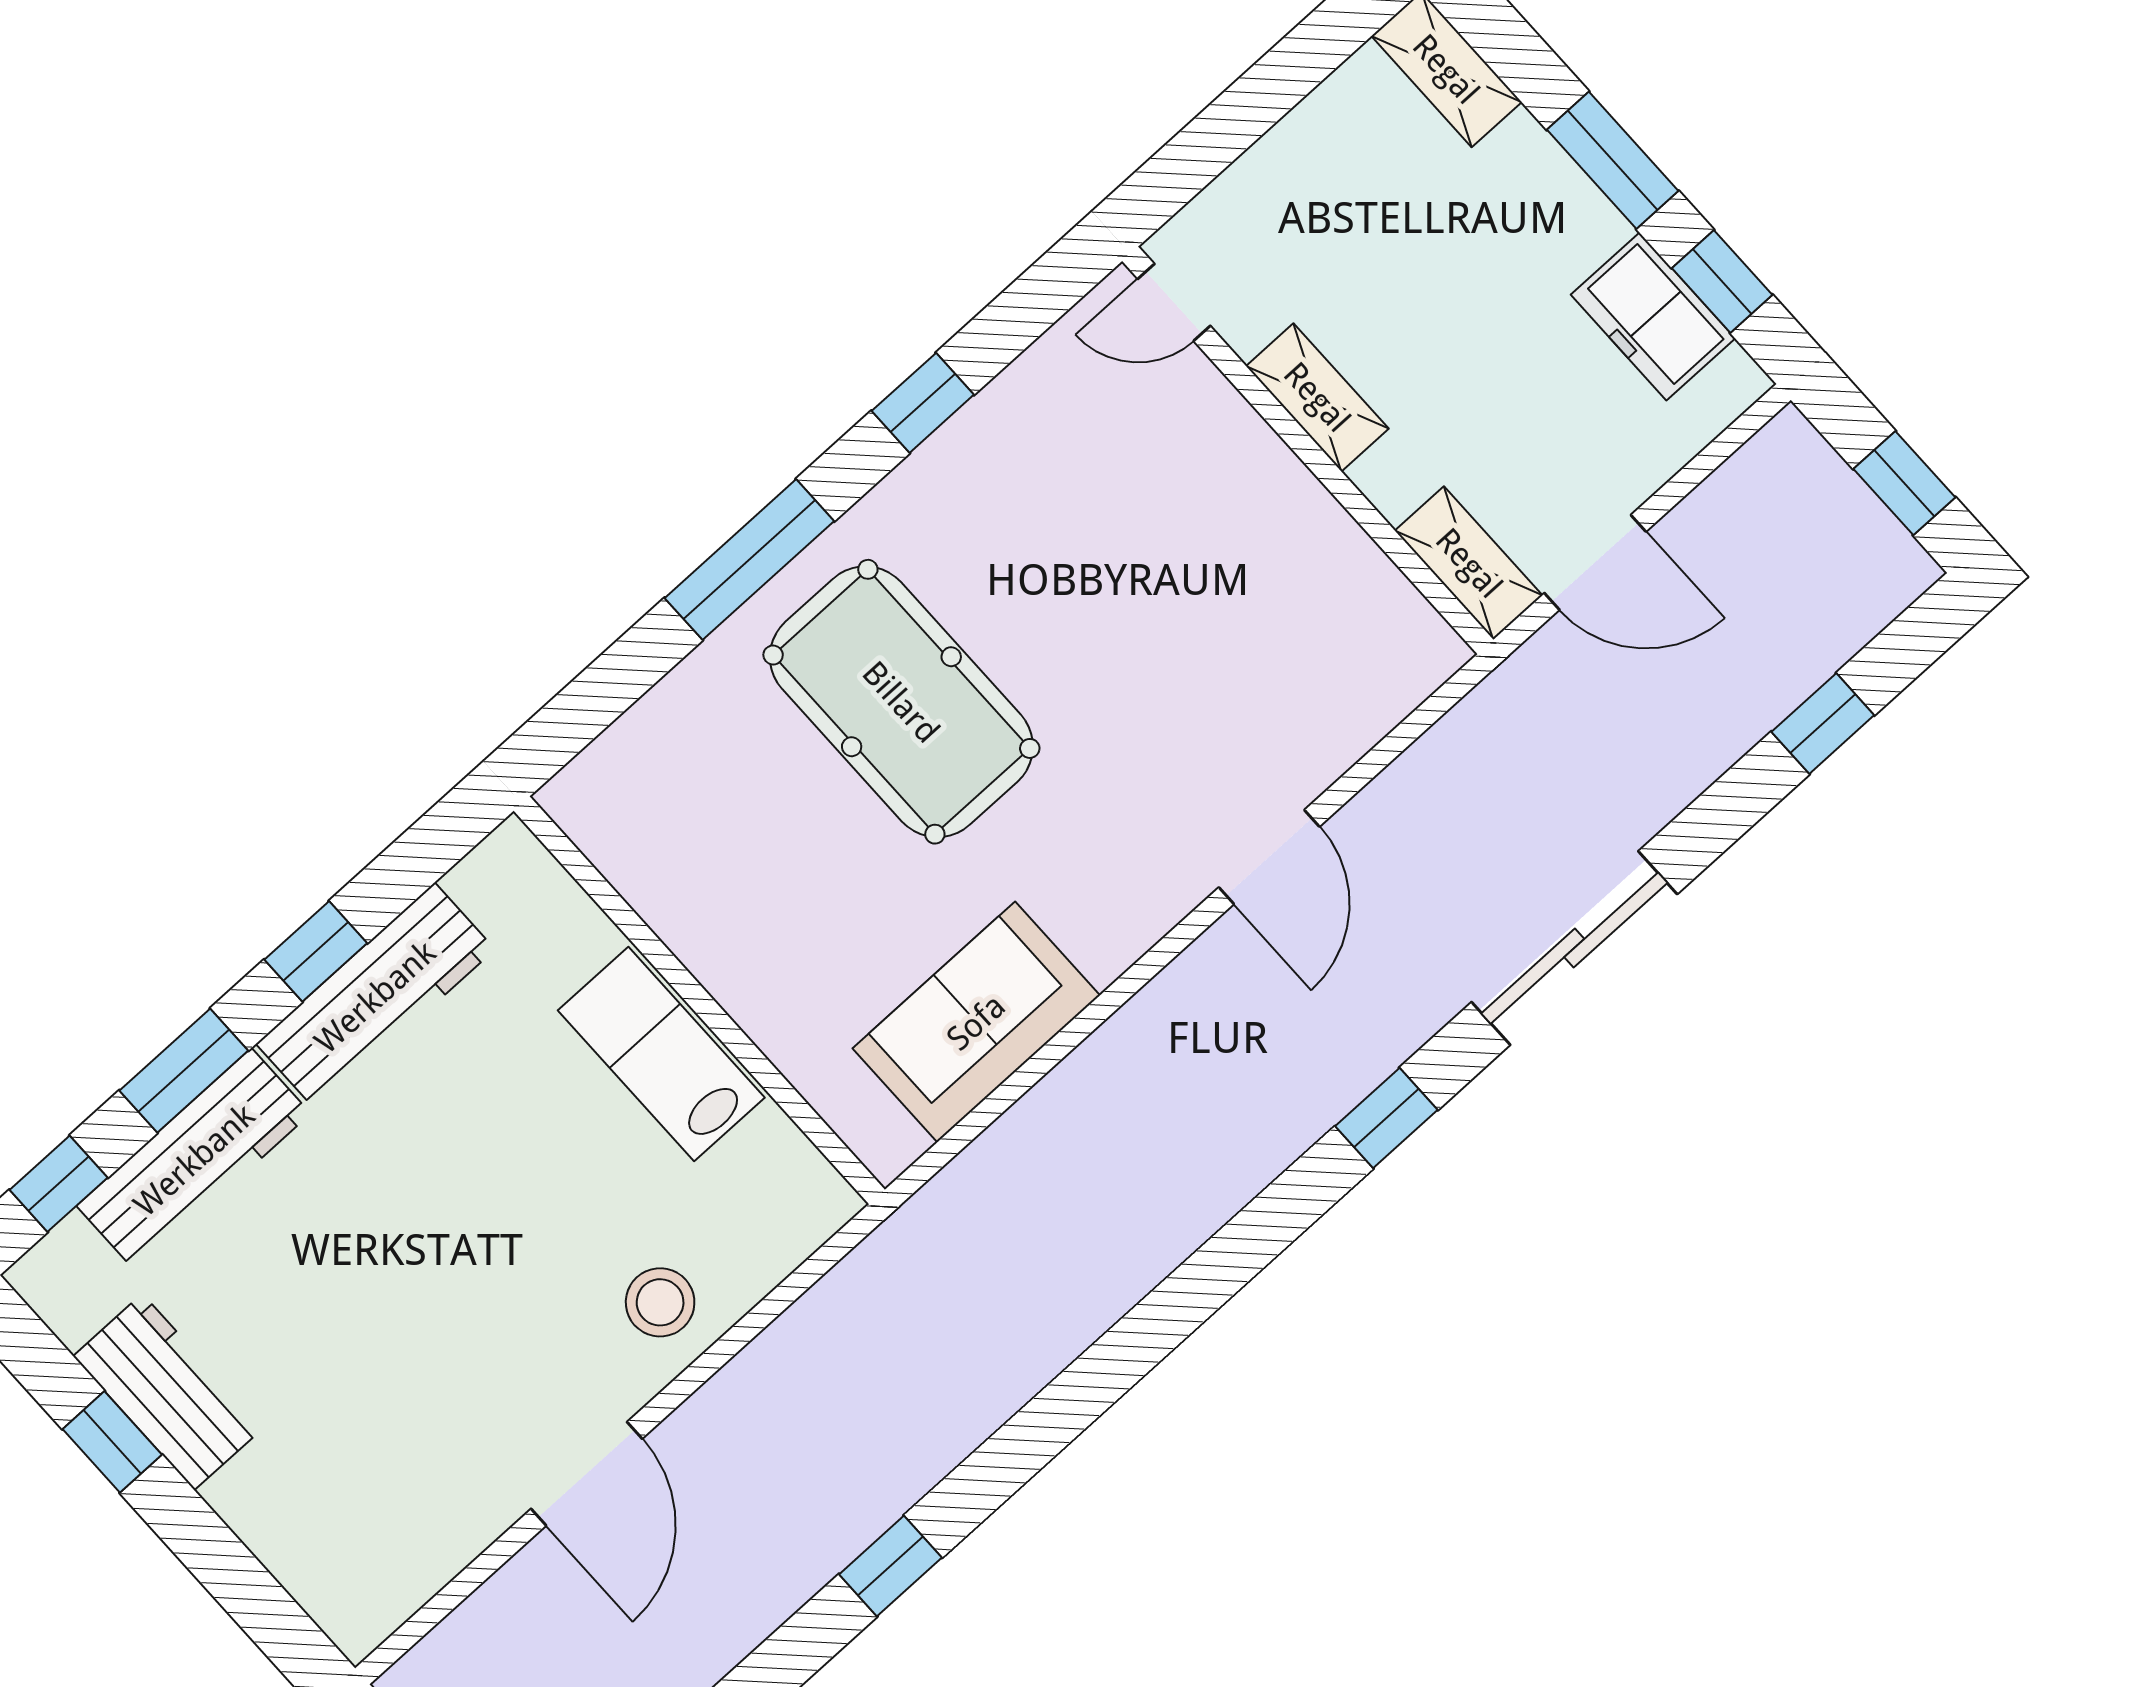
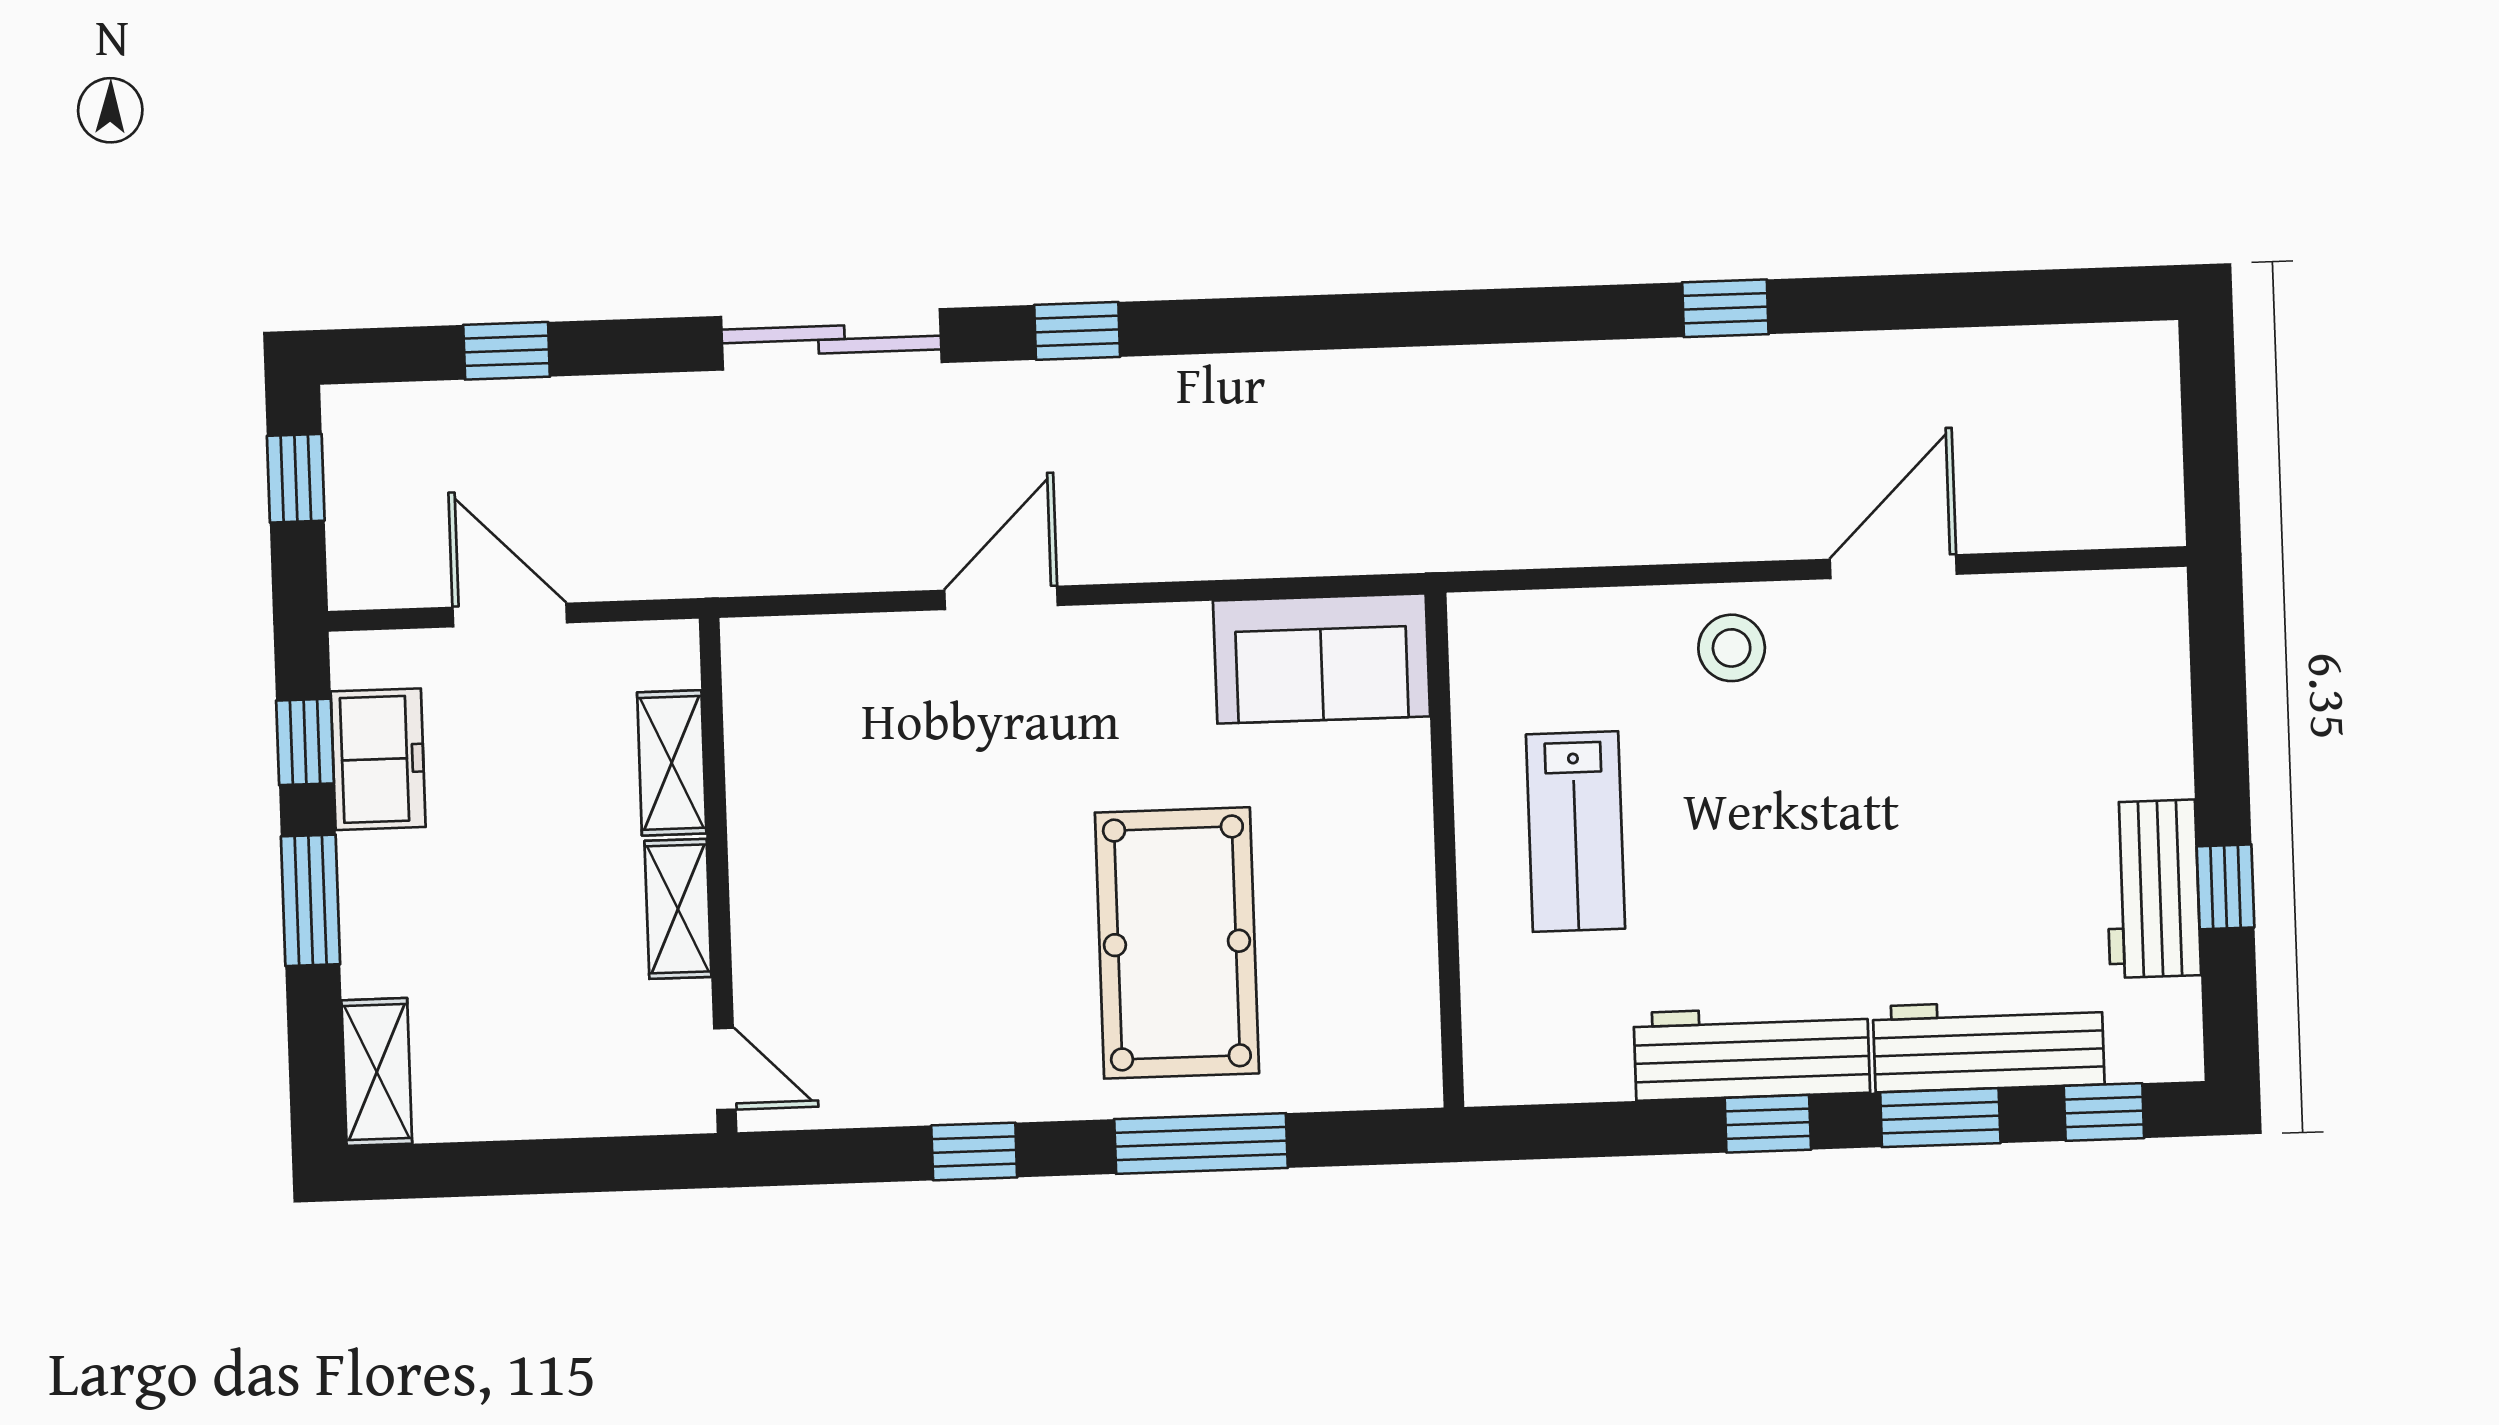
door: (1595, 562) -> (510, 615), moved
shelving: (1469, 563) -> (672, 763), moved
wall: (699, 1000) -> (1445, 850), moved

